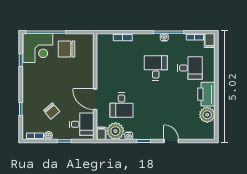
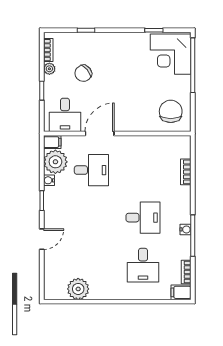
chair: (67, 49) -> (171, 111), moved
printer: (206, 94) -> (107, 288), removed
desk: (121, 105) -> (91, 170), turned 180

